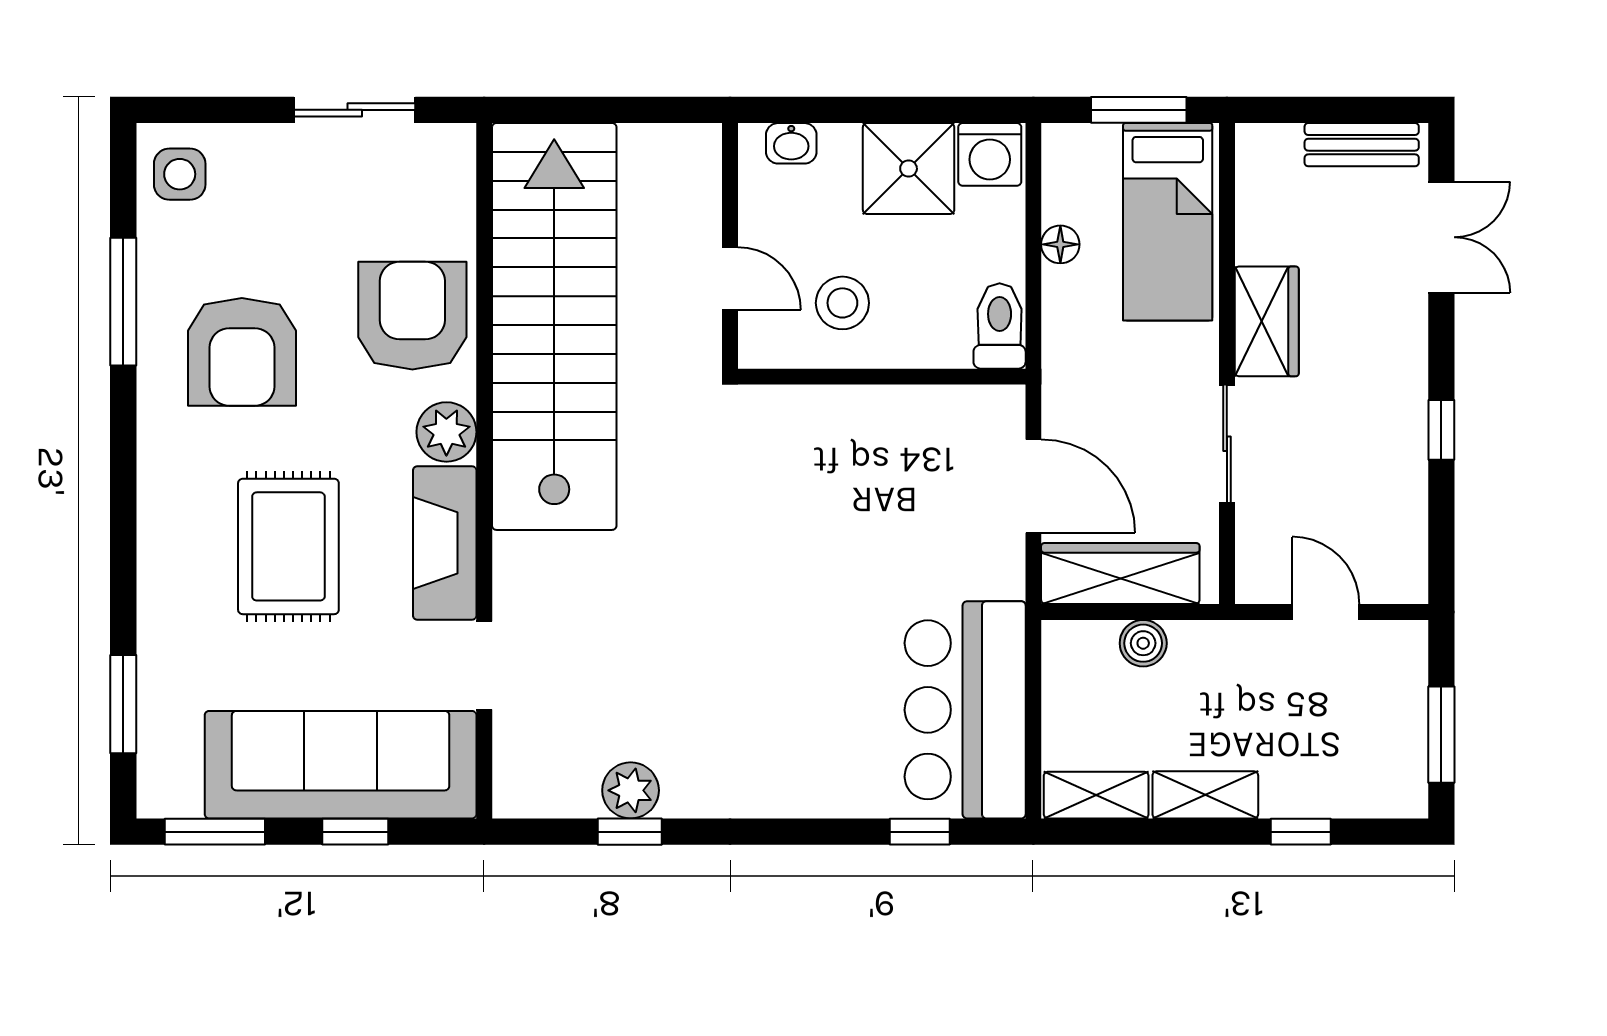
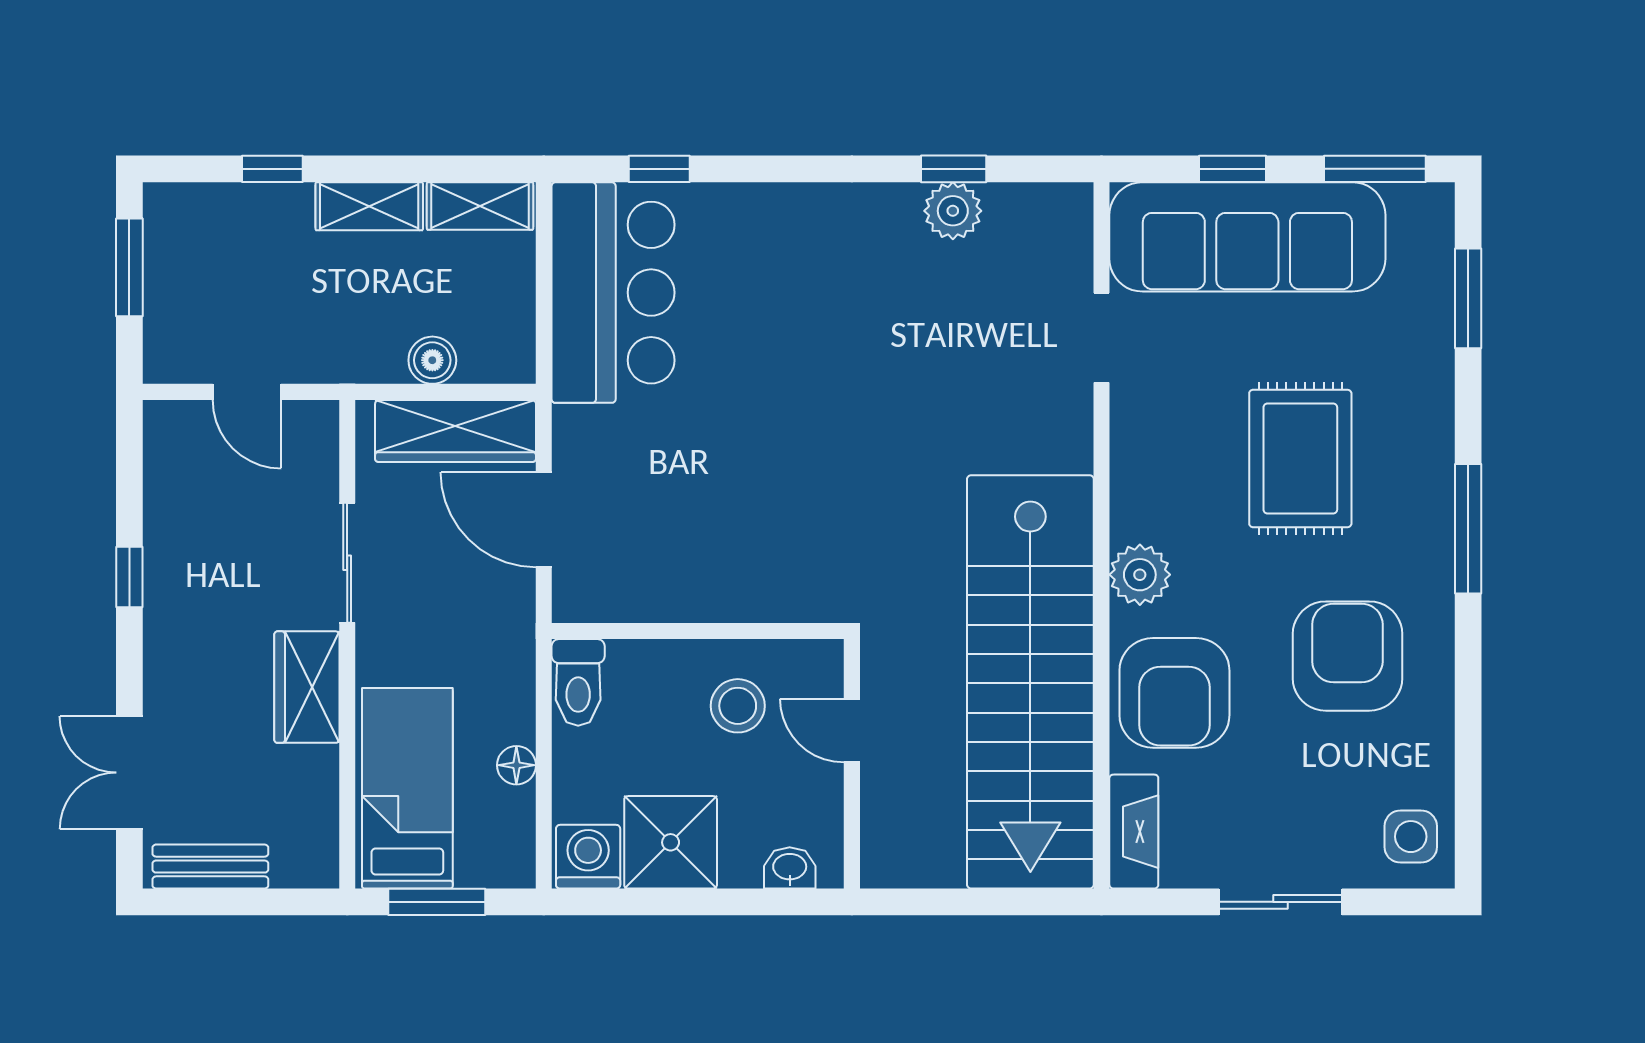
sliding door: (355, 110) -> (1281, 902), moved
window: (123, 302) -> (1468, 529), moved
fireplace: (445, 543) -> (1134, 832), moved, width x0.73, depth x0.76

